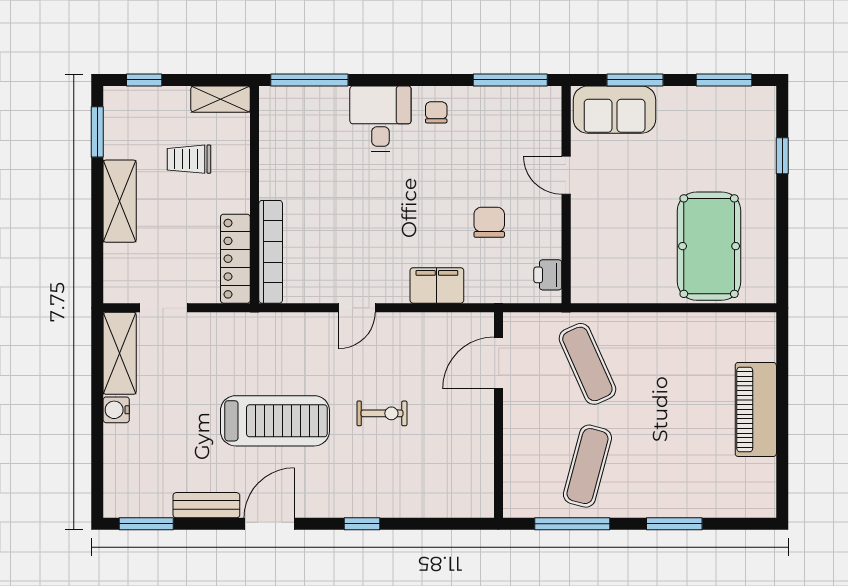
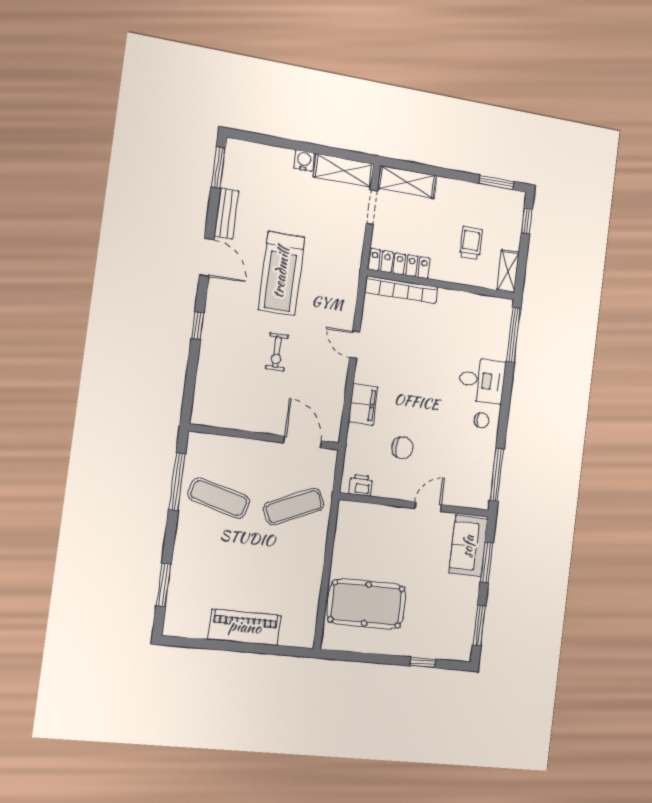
shelving: (120, 201) -> (407, 182), moved
window: (674, 524) -> (164, 585), moved

